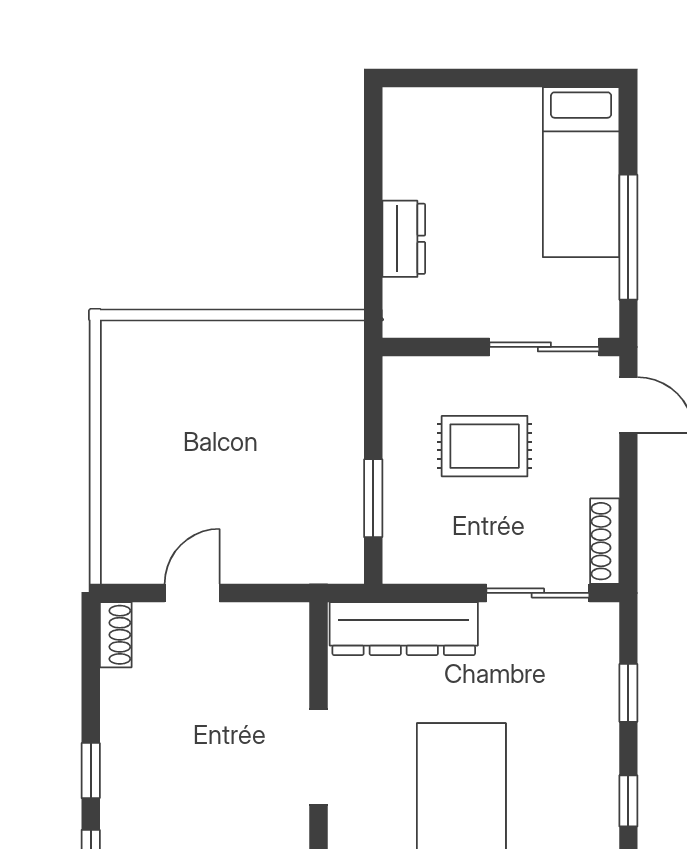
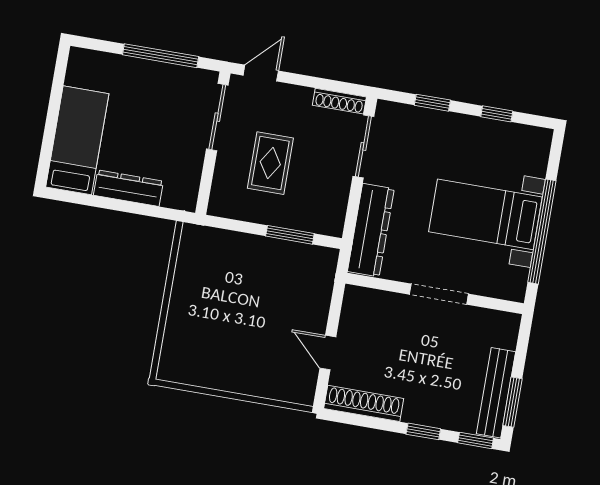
bed: (581, 172) -> (77, 140), moved, turned -90
dresser: (404, 239) -> (128, 188), width x1.44
shoe rack: (116, 635) -> (364, 403), width x1.94, depth x1.24

